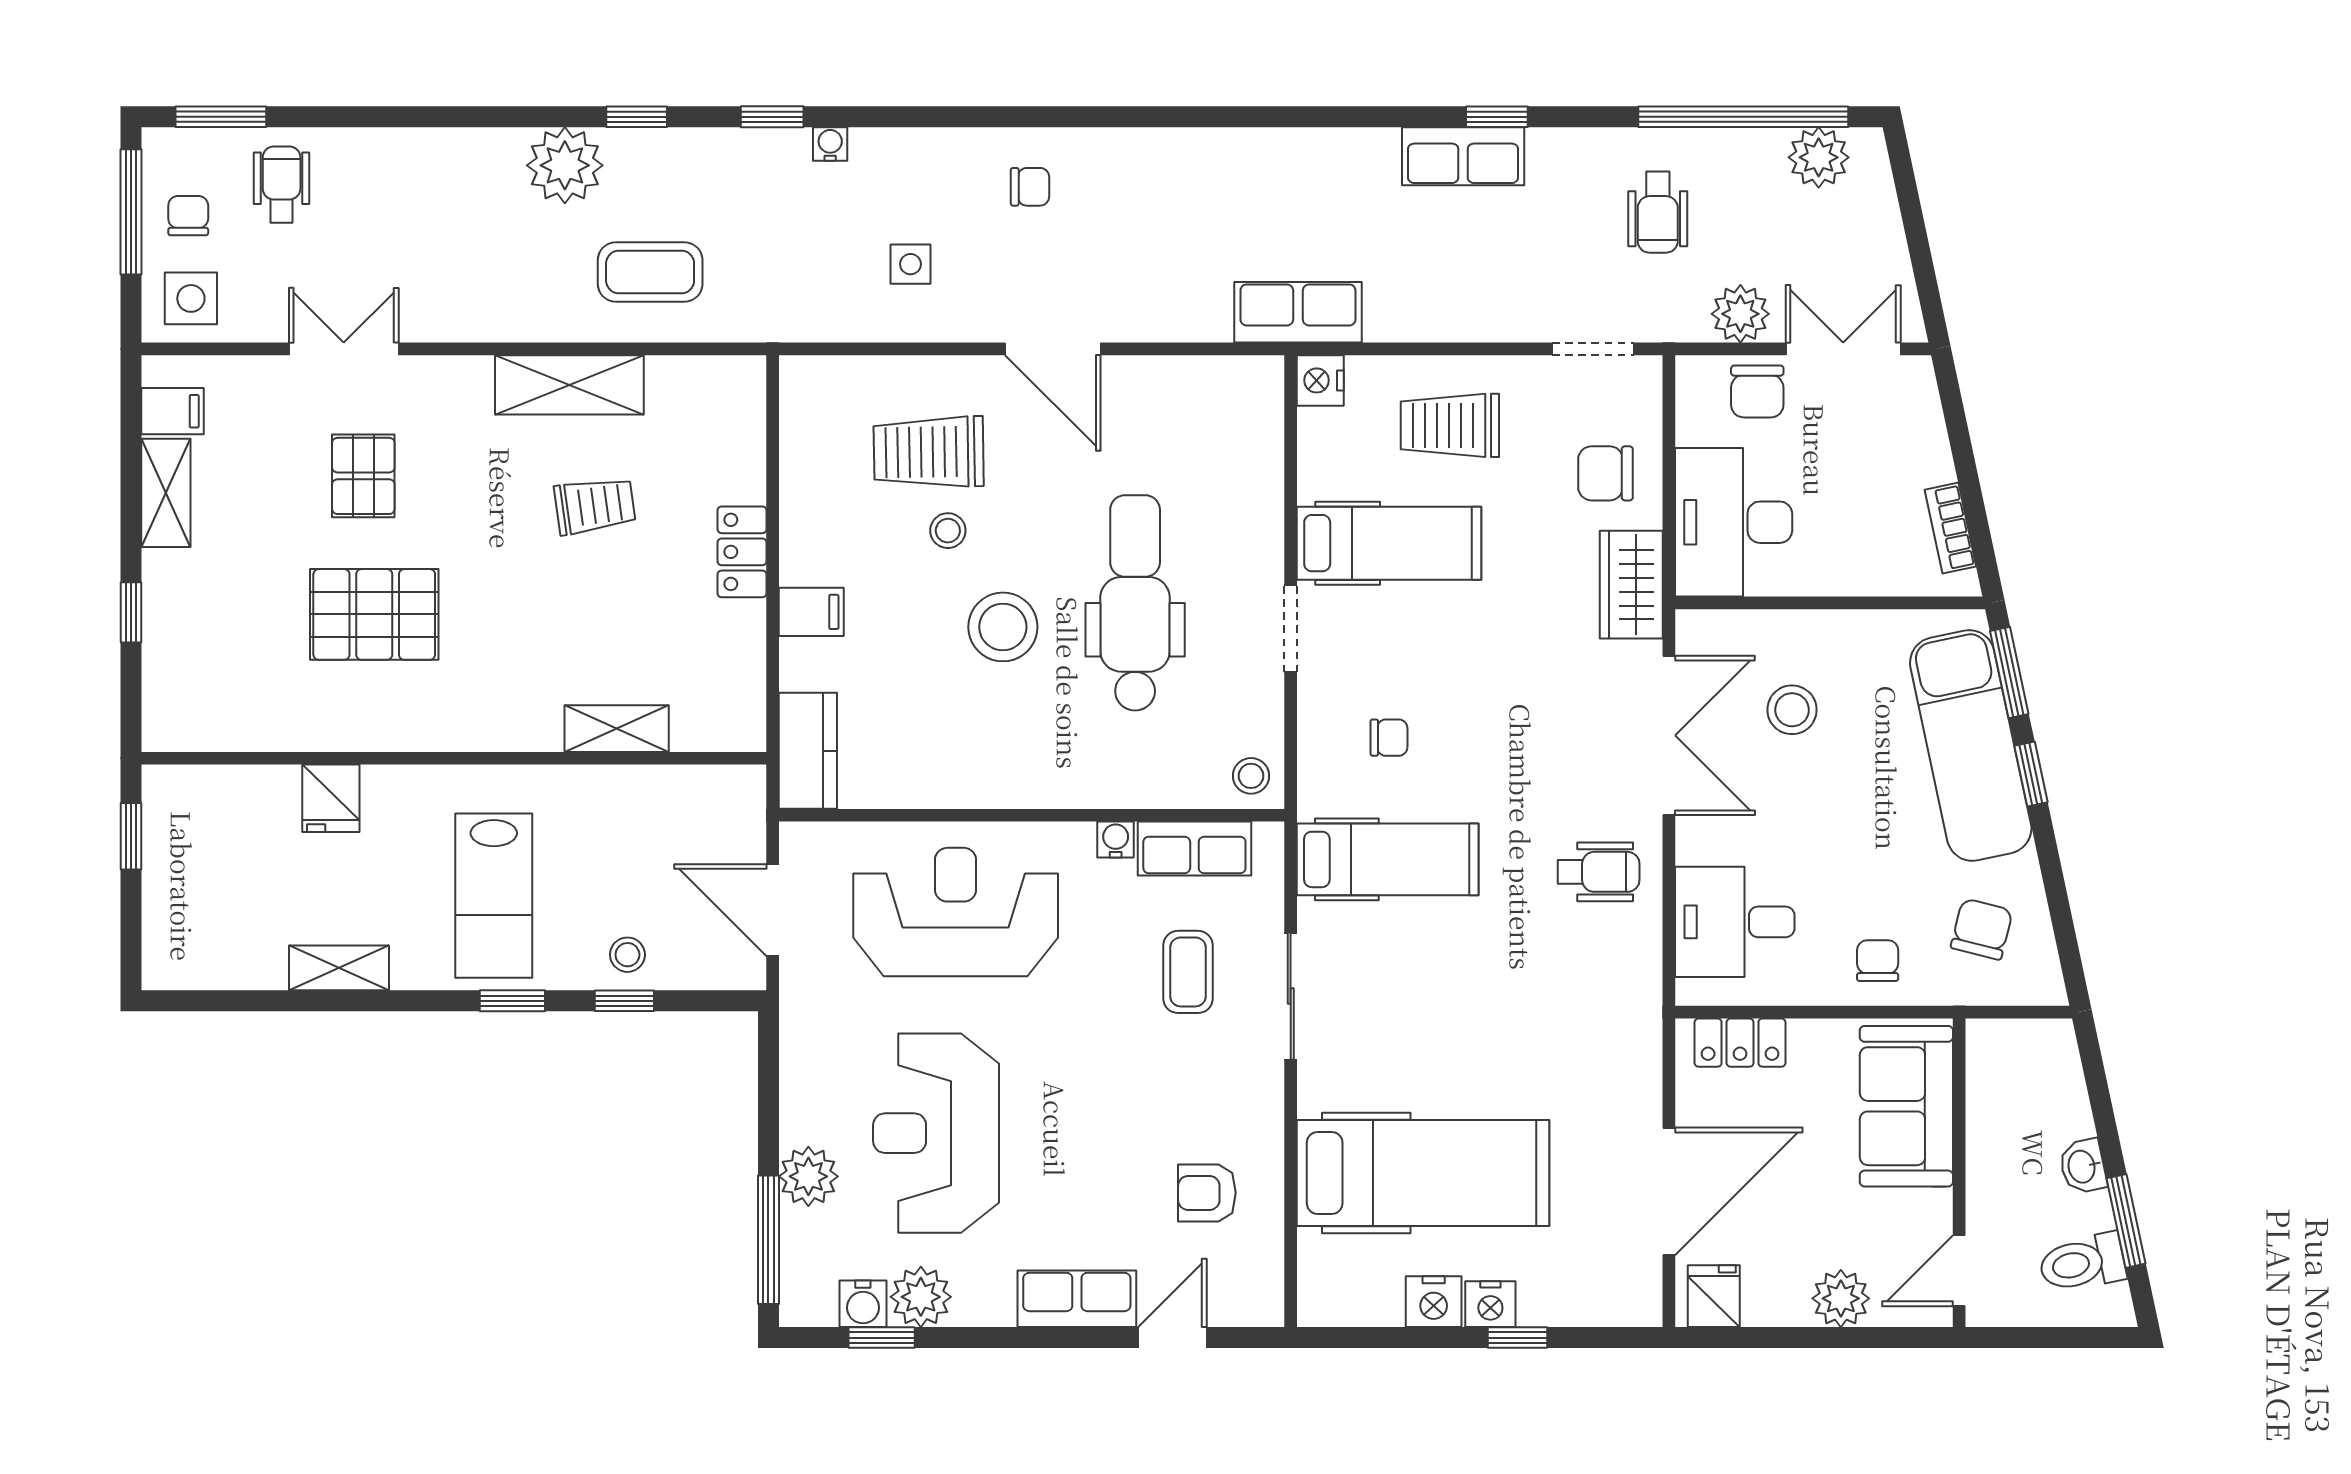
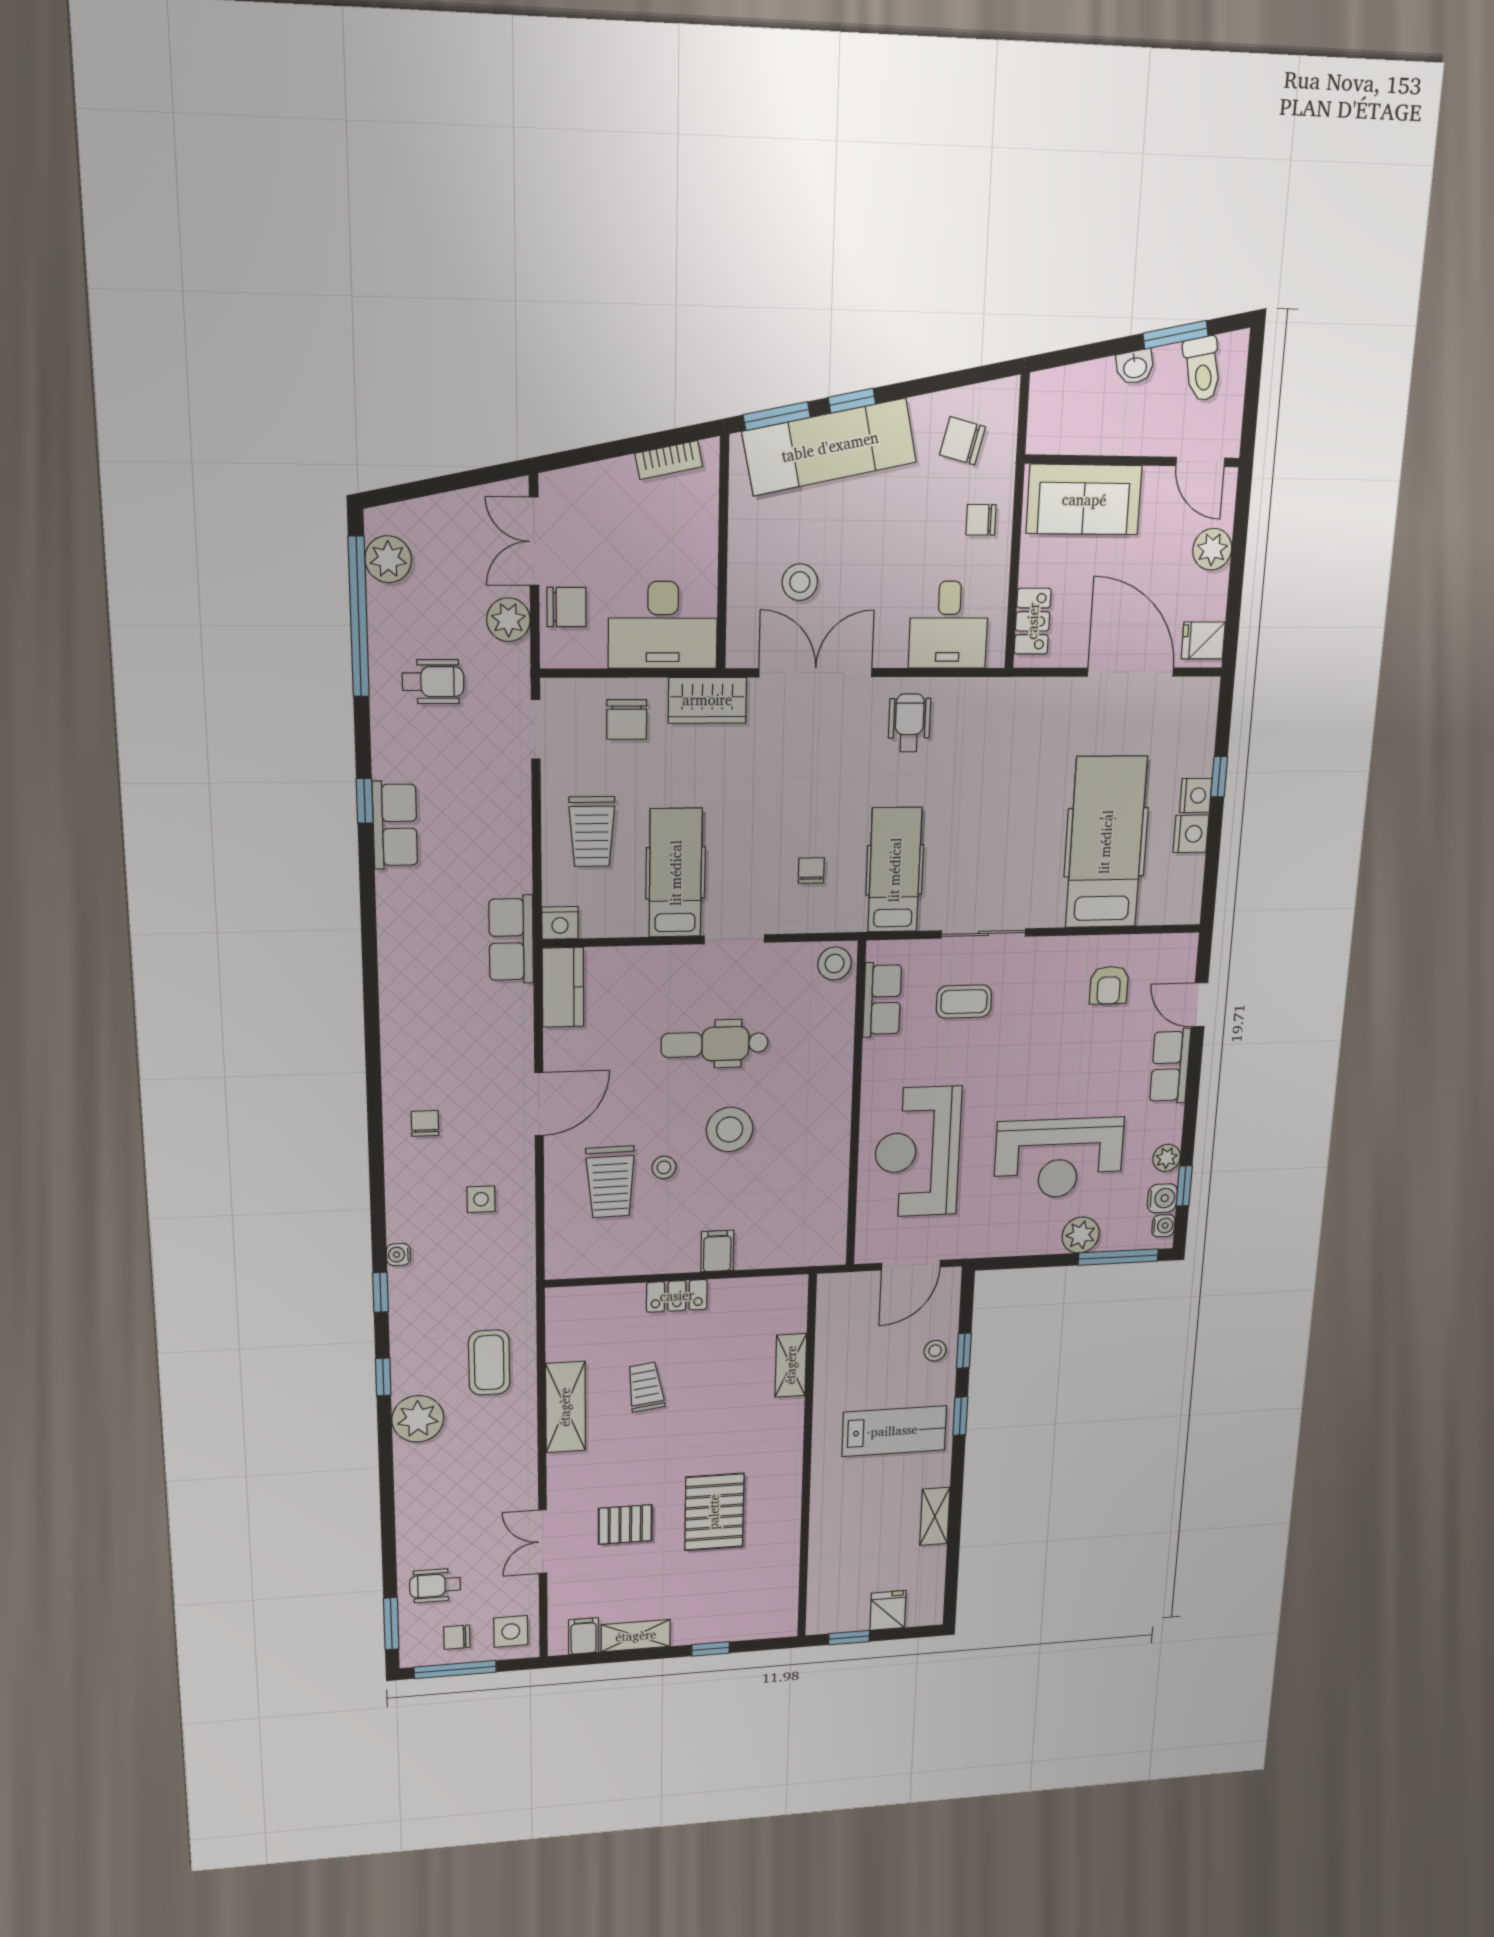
dental chair: (1135, 603) -> (715, 1044), width x0.73, depth x0.72
kitchen counter: (808, 751) -> (563, 987), moved, turned 90
stool: (1251, 776) -> (835, 964), width x1.37, depth x1.37
fridge: (331, 798) -> (888, 1610), moved, turned -90
water cooler: (1116, 840) -> (1163, 1226), moved, turned 180
plant: (921, 1297) -> (1167, 1158), width x0.73, depth x0.73

